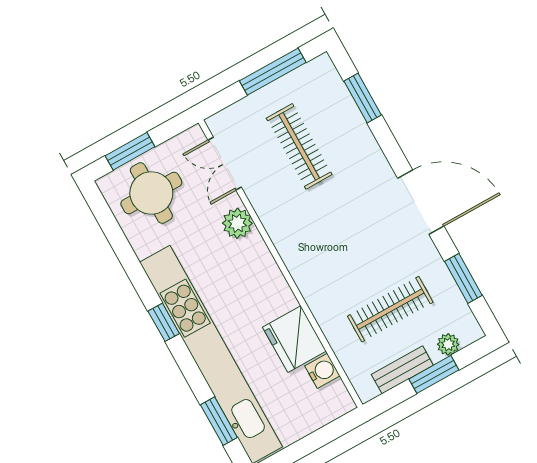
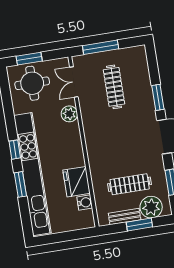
window: (273, 72) -> (101, 47), moved
window: (363, 98) -> (158, 97), moved
plant: (448, 344) -> (151, 207), width x1.87, depth x1.87
window: (219, 421) -> (20, 184), moved

